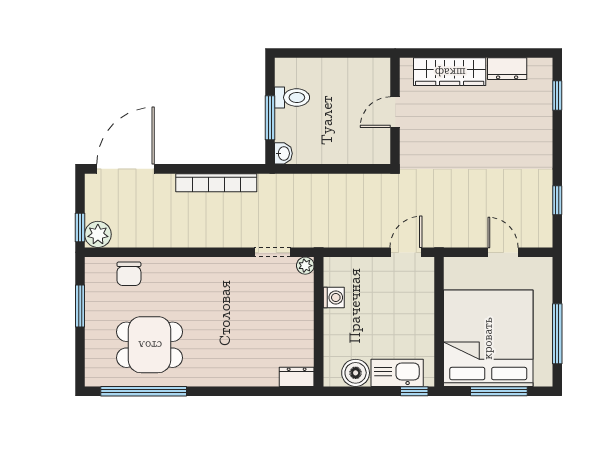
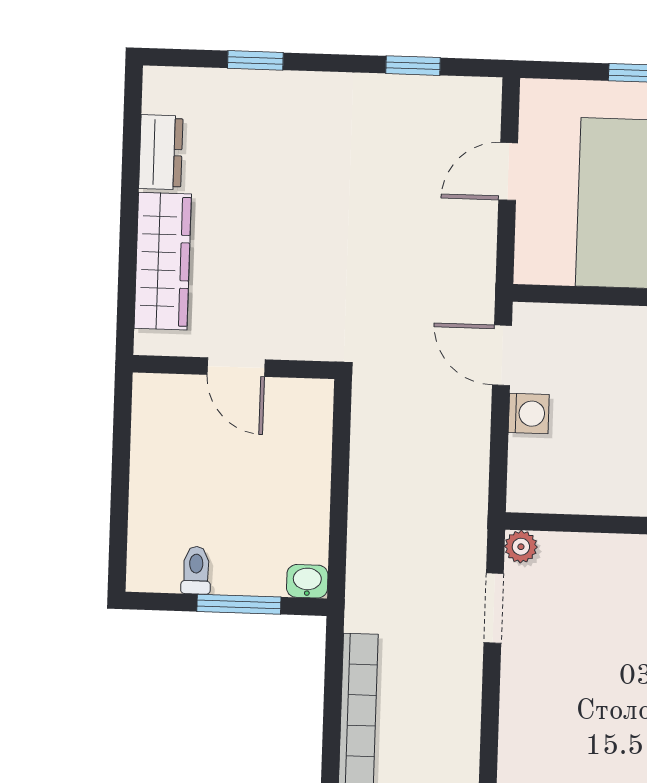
window: (557, 95) -> (255, 60), moved
toilet: (292, 97) -> (196, 570), width x0.73, depth x0.72
washing machine: (334, 297) -> (529, 414), moved, turned 90

